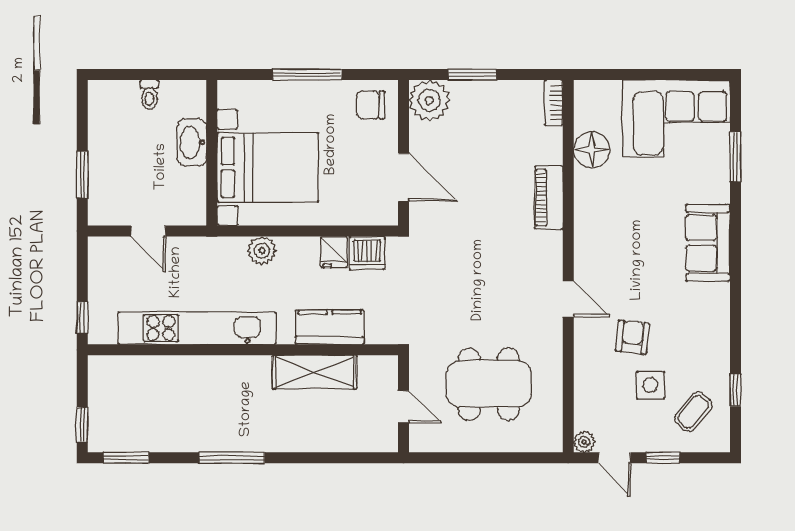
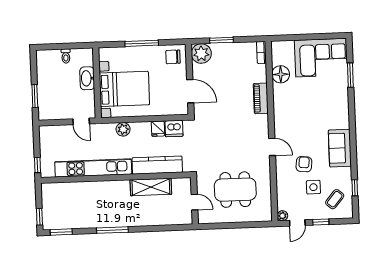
door: (148, 231) -> (81, 121), moved
sofa: (708, 243) -> (340, 148), moved
kitchen counter: (330, 327) -> (157, 165), width x1.50
door: (614, 458) -> (297, 223), hinge flipped

